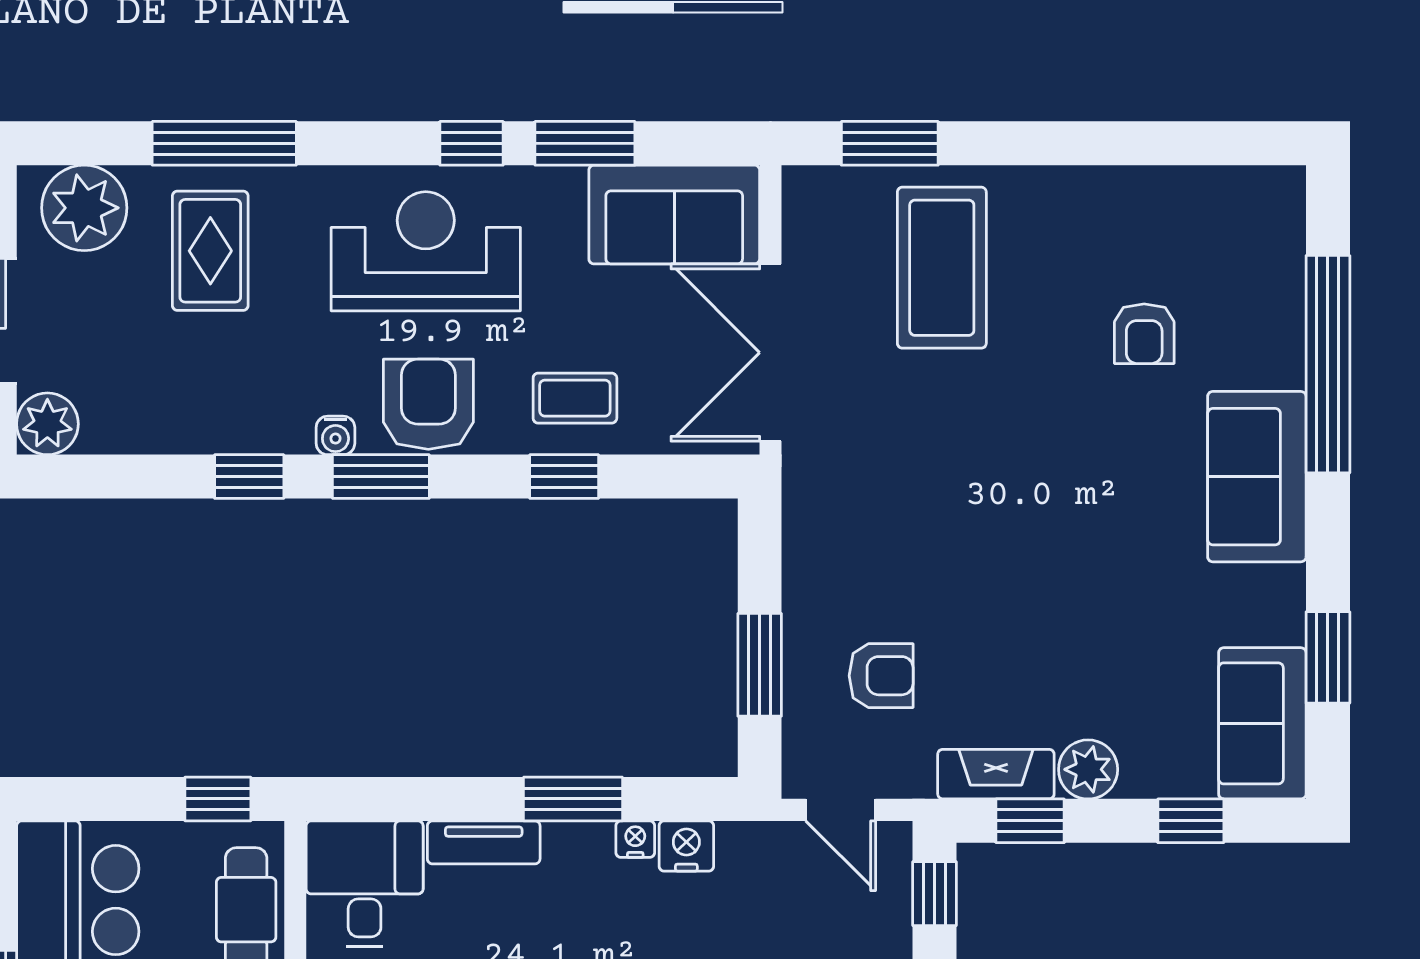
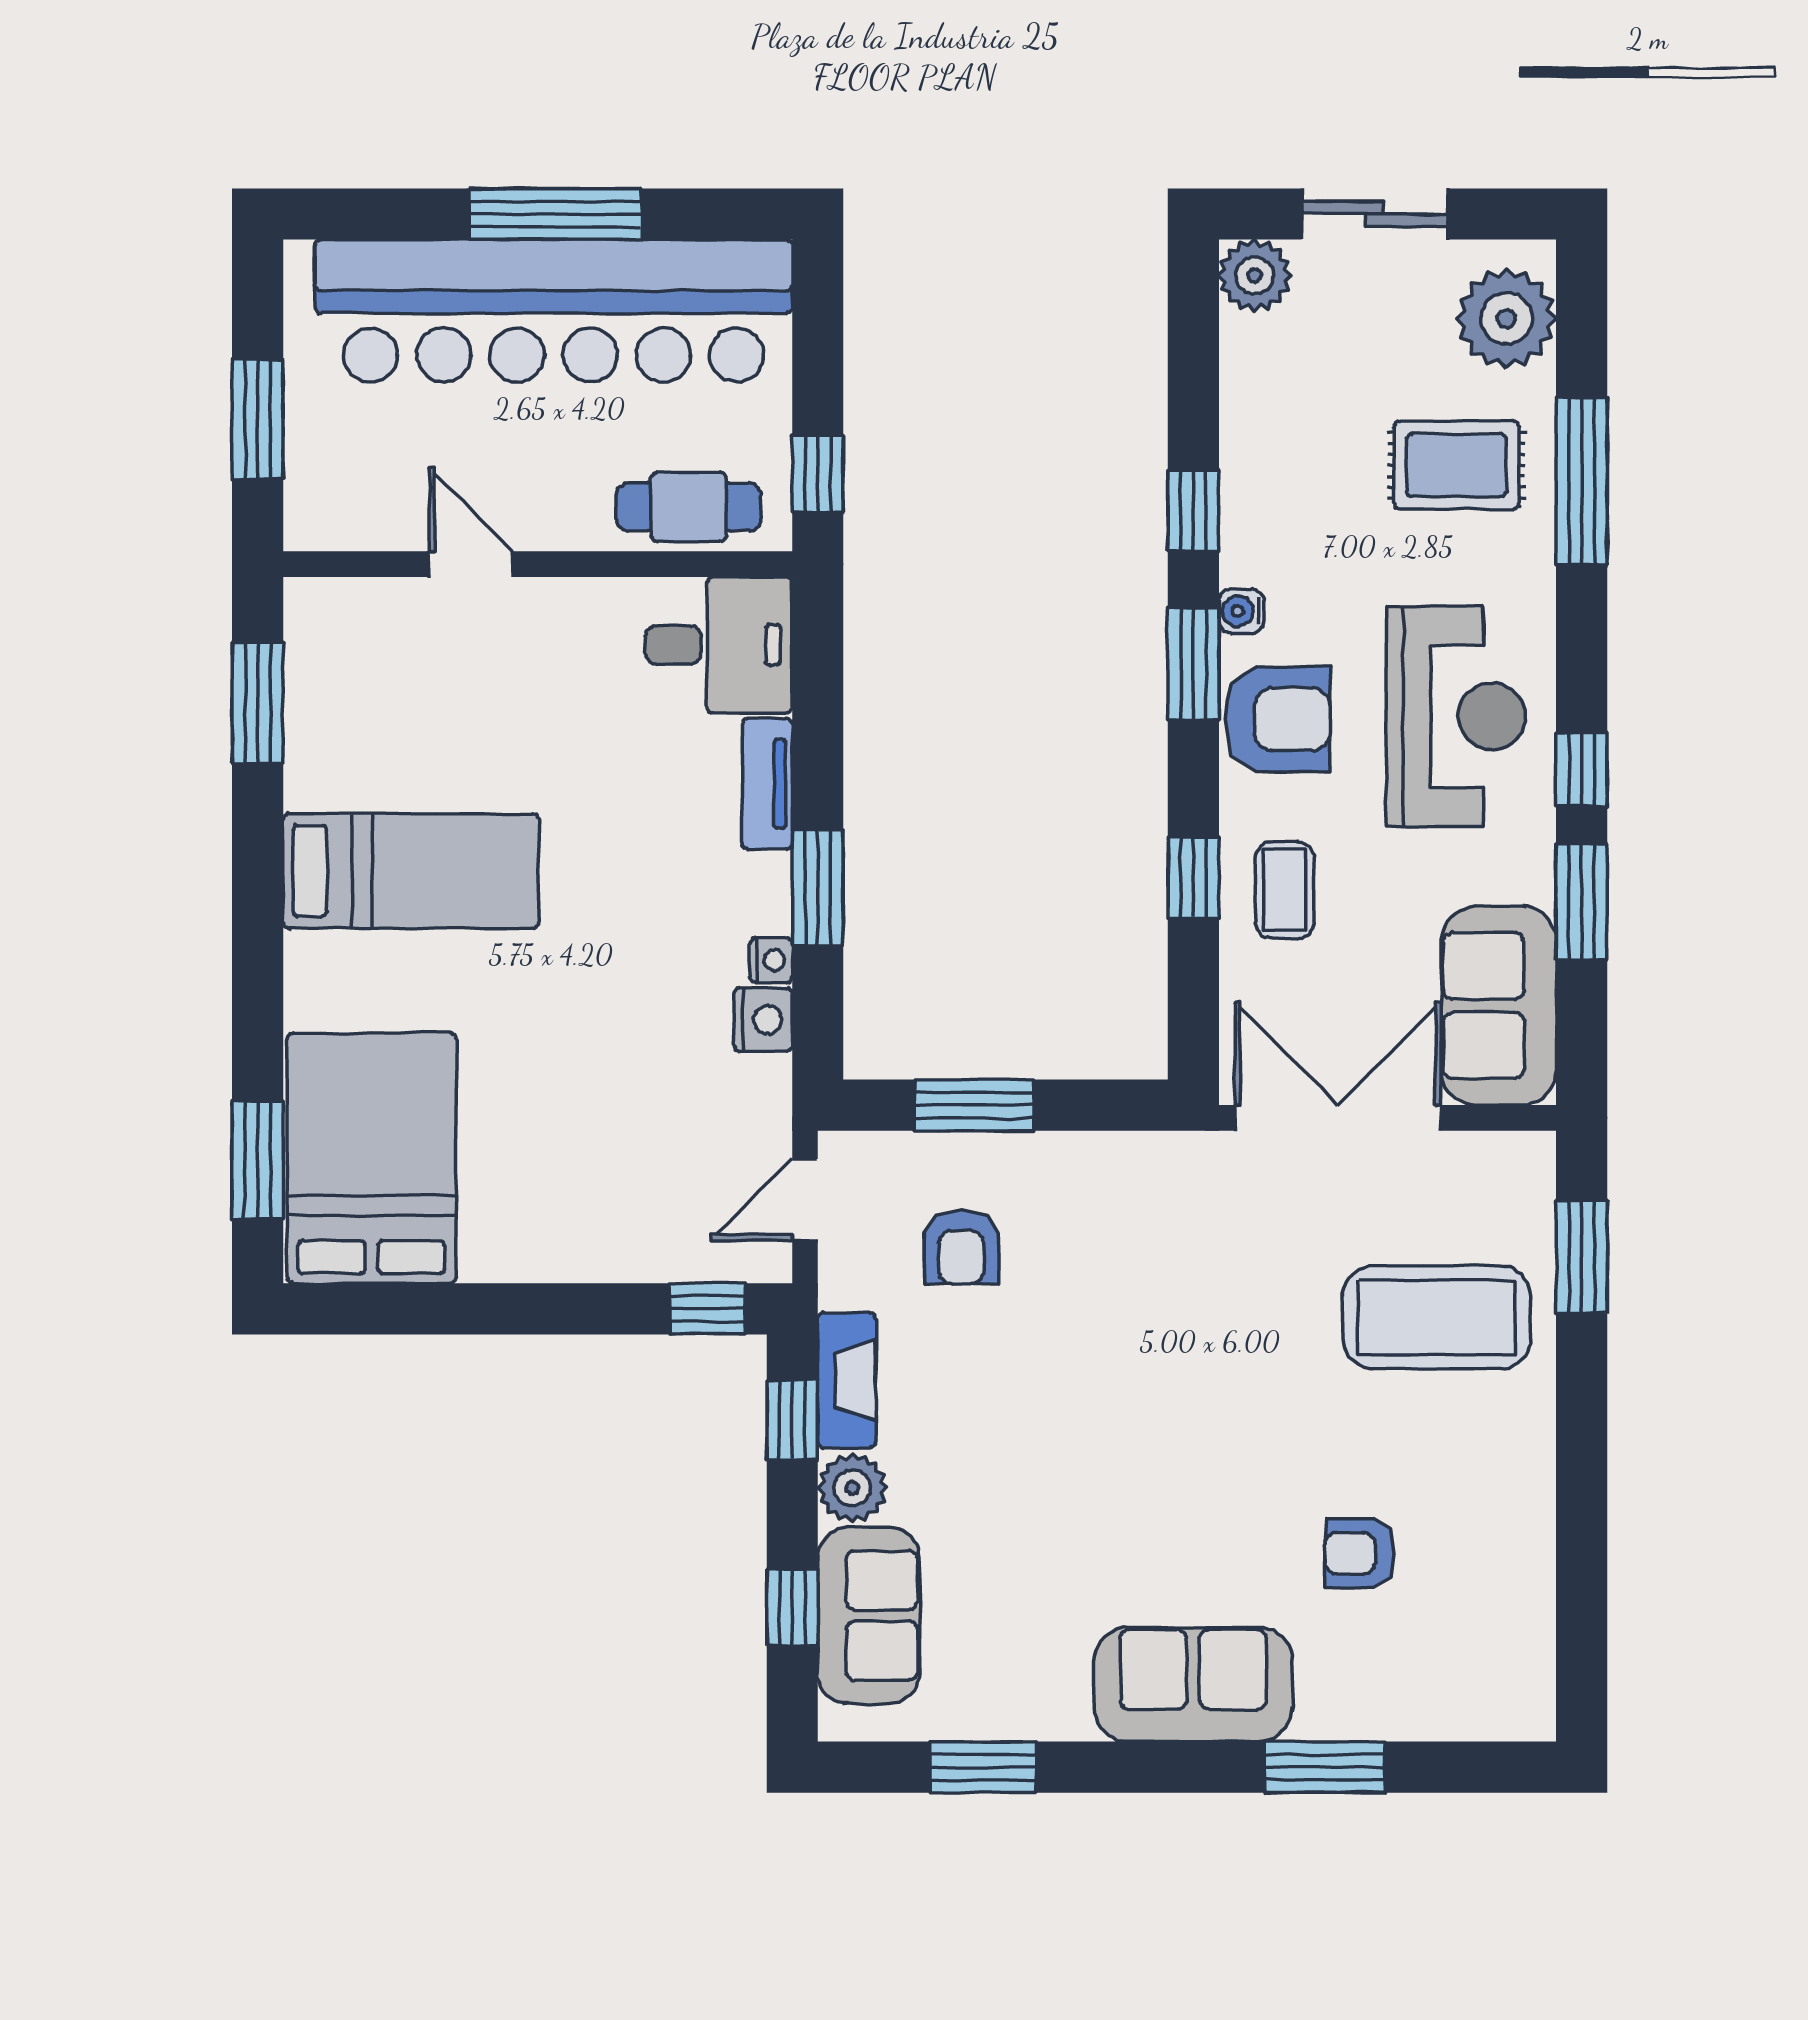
window: (1328, 364) -> (1324, 1767), width x0.47
sofa: (1262, 723) -> (869, 1615), moved, turned 90

